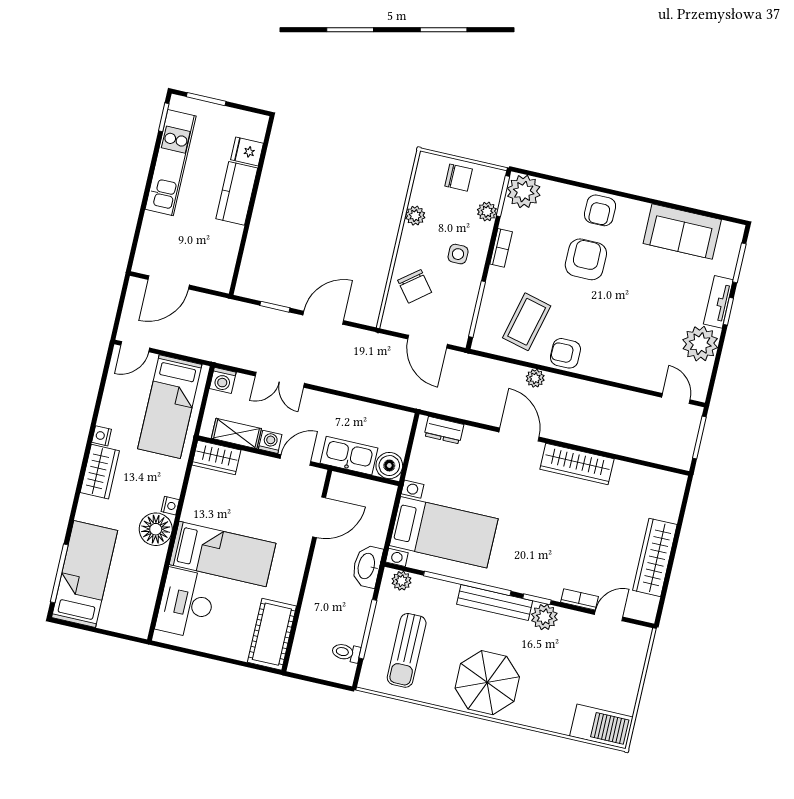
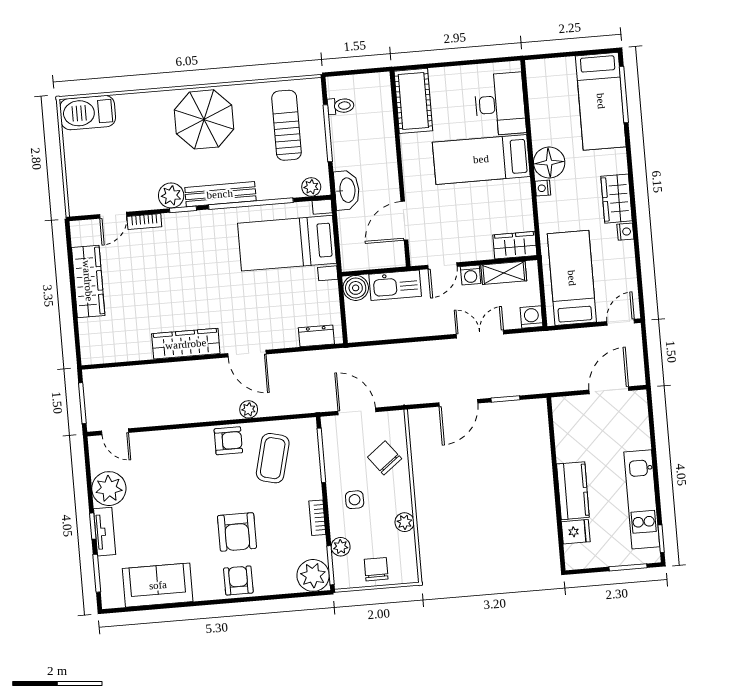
chair: (459, 178) -> (376, 569), turned 90

